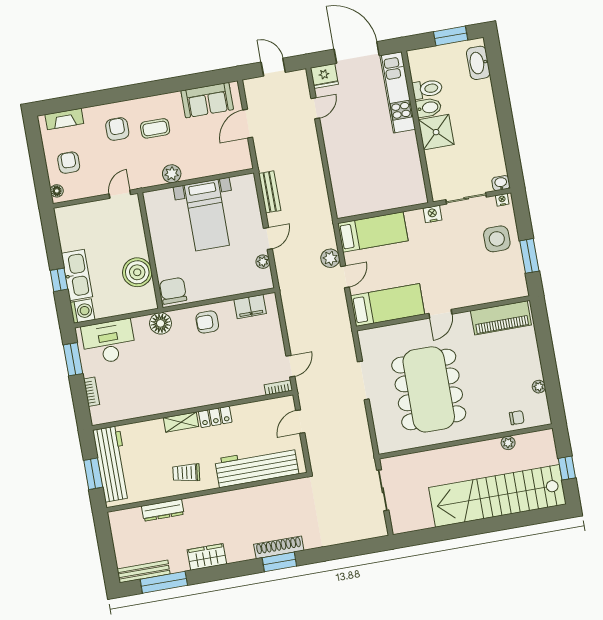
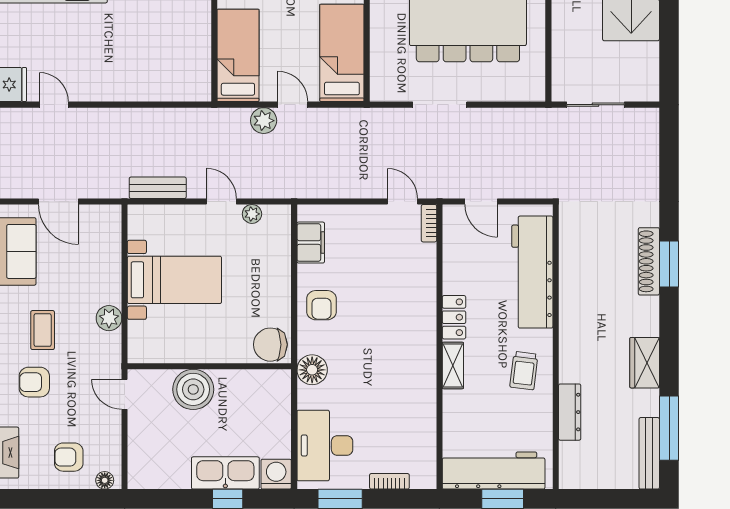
boiler: (137, 272) -> (193, 389), moved

